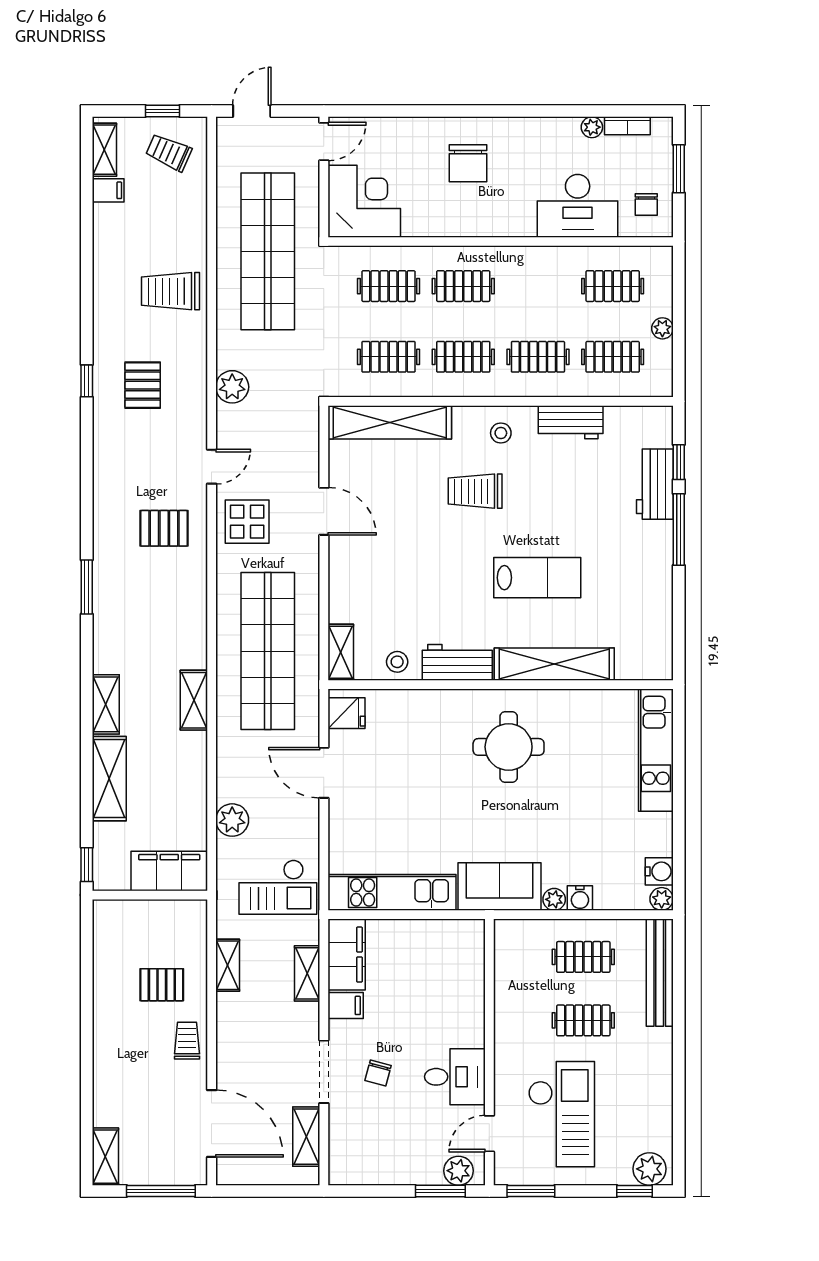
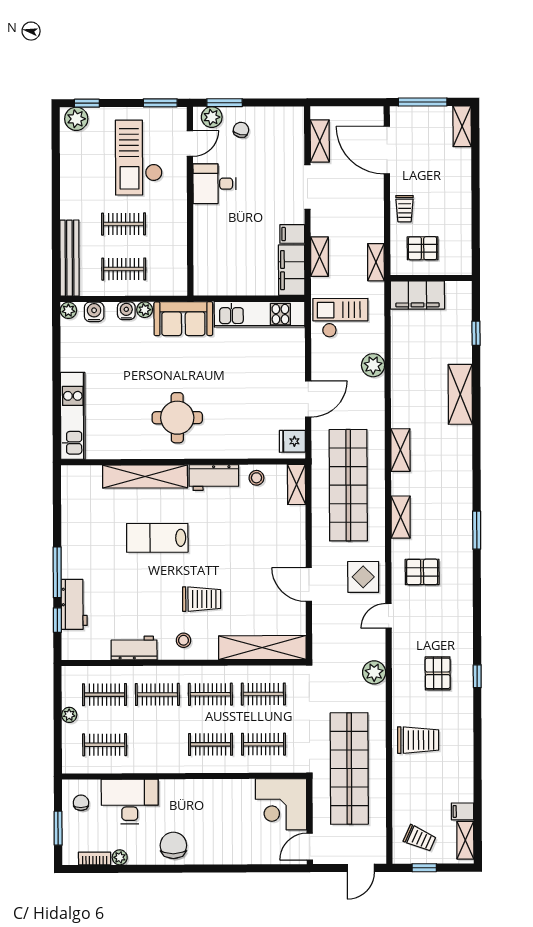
chair: (468, 163) -> (173, 845), moved
shelving: (106, 704) -> (401, 517), moved
door: (324, 773) -> (308, 399), hinge flipped
filing cabinet: (169, 871) -> (417, 295), moved
water cooler: (659, 871) -> (94, 312), moved, turned 90
wall: (150, 895) -> (431, 278), moved
chair: (378, 1073) -> (241, 130), moved

